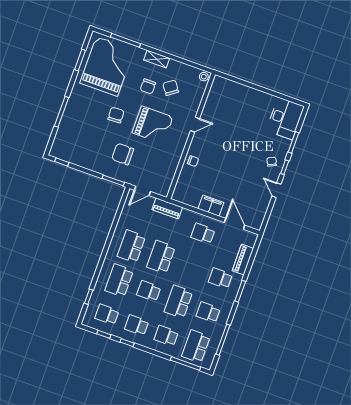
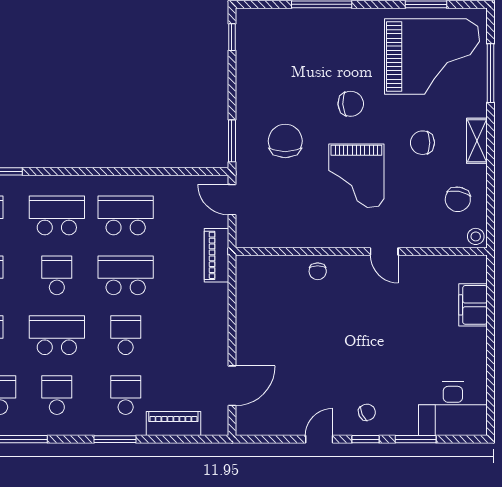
chair: (171, 88) -> (458, 199), moved, turned 135
filing cabinet: (211, 206) -> (473, 305), moved, turned 180
school desk: (203, 233) -> (126, 335), moved

